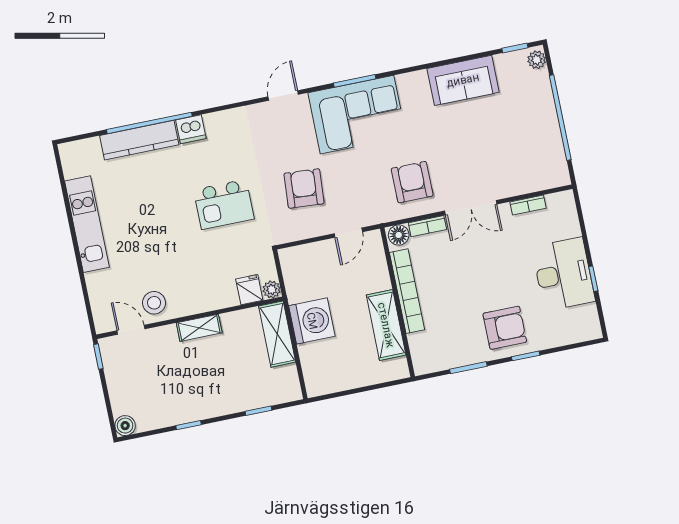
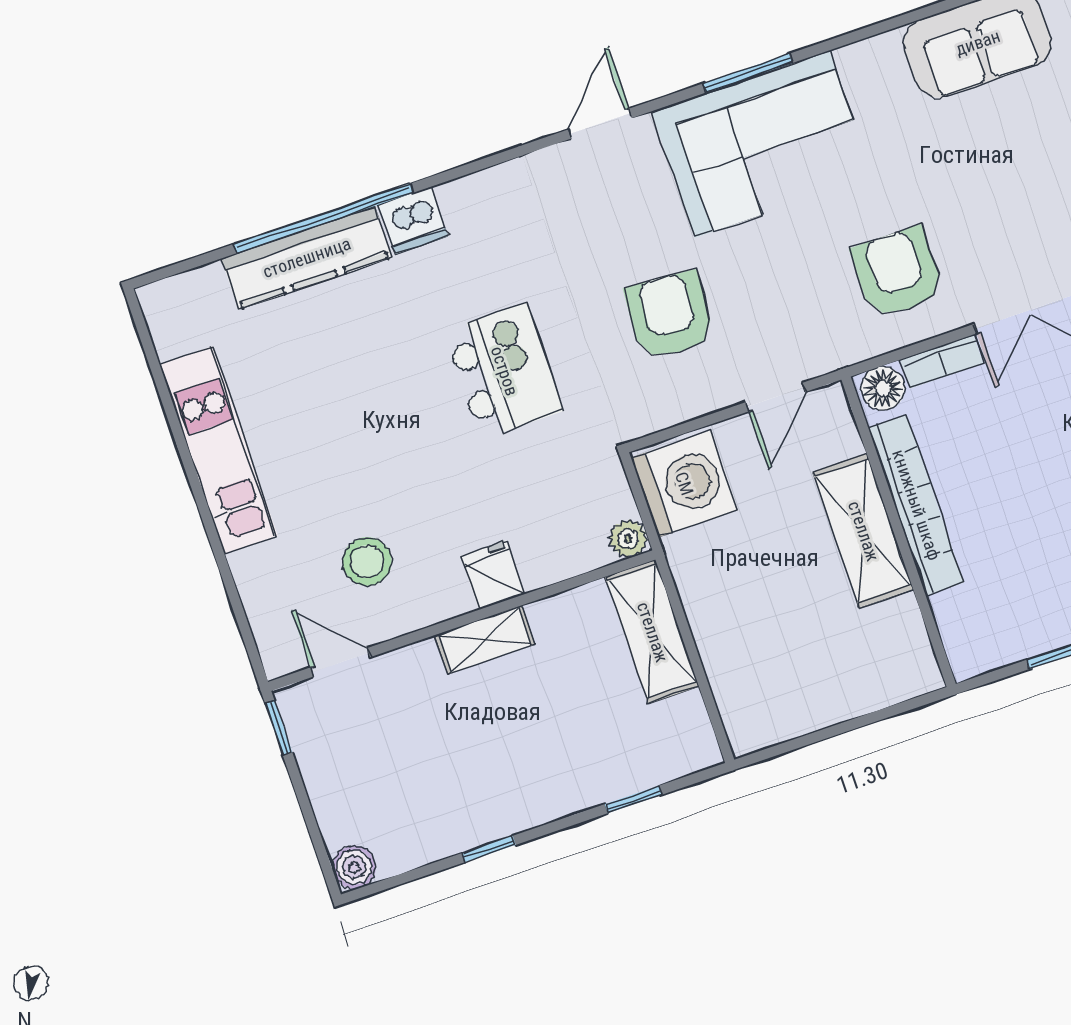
kitchen island: (224, 204) -> (504, 371), turned -90
fridge: (249, 290) -> (493, 575), moved
stool: (154, 303) -> (367, 561), moved
washing machine: (312, 321) -> (684, 484), moved
shelving: (386, 325) -> (863, 531), moved

